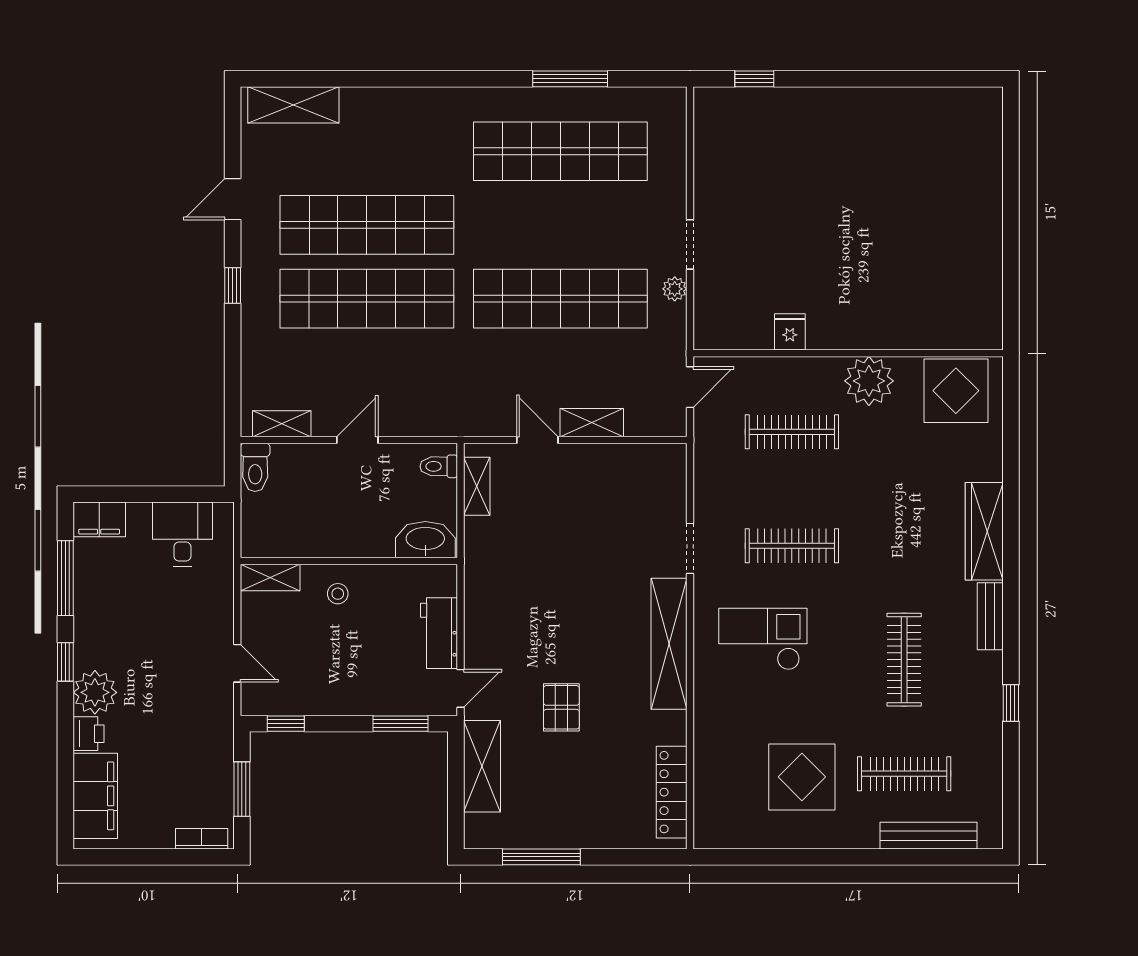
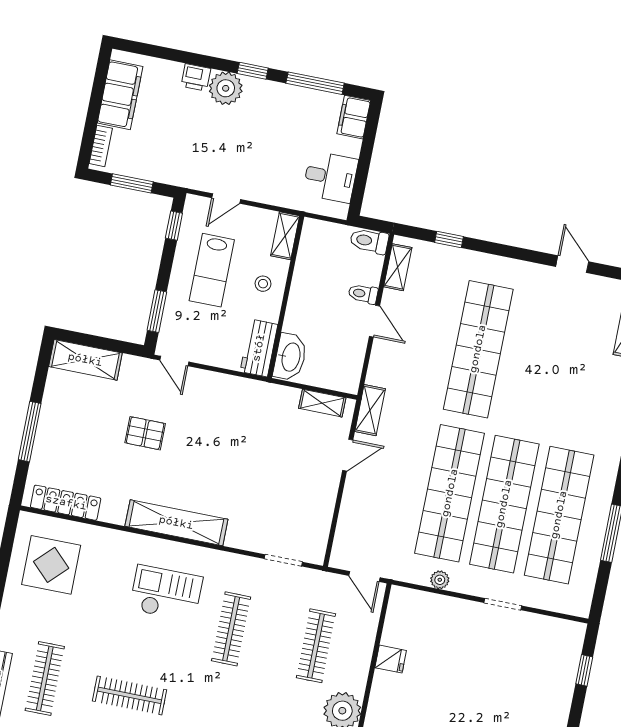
shop shelf: (367, 225) -> (504, 504), moved
doorway: (690, 244) -> (503, 604), moved
window: (233, 286) -> (449, 240), moved
shelving: (592, 423) -> (370, 410), moved
toilet: (439, 466) -> (363, 294), moved, turned -90
doorway: (690, 548) -> (283, 560), moved
workbench: (439, 633) -> (259, 348), moved, turned -90
checkout: (763, 639) -> (166, 593), turned -90
lab bench: (334, 663) -> (212, 270), added
shelving: (482, 766) -> (85, 360), moved
display table: (802, 777) -> (51, 565), moved
filing cabinet: (95, 796) -> (120, 95), moved, turned -90
window: (541, 857) -> (30, 432), moved

